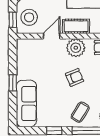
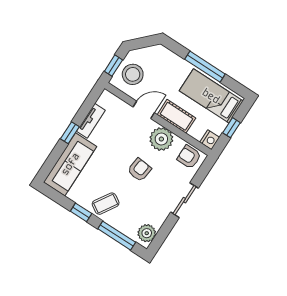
tv unit: (21, 66) -> (91, 121), added
armchair: (75, 77) -> (139, 170), turned -62
coffee table: (80, 112) -> (106, 204), moved

